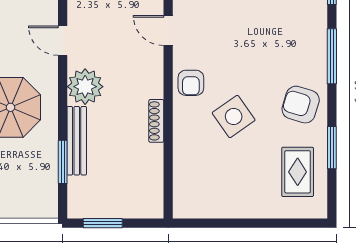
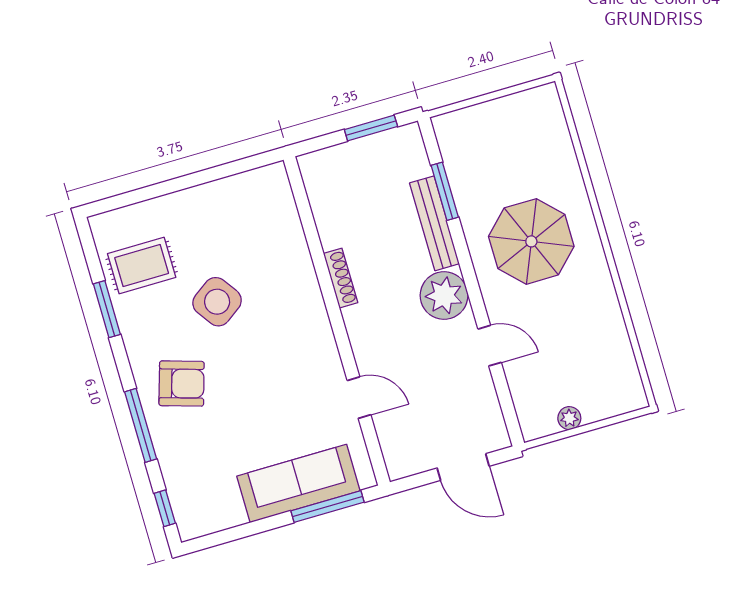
armchair: (191, 83) -> (311, 339), removed
armchair: (301, 105) -> (182, 384), moved
side table: (234, 116) -> (217, 302), moved
rug: (298, 172) -> (142, 265), turned 90

